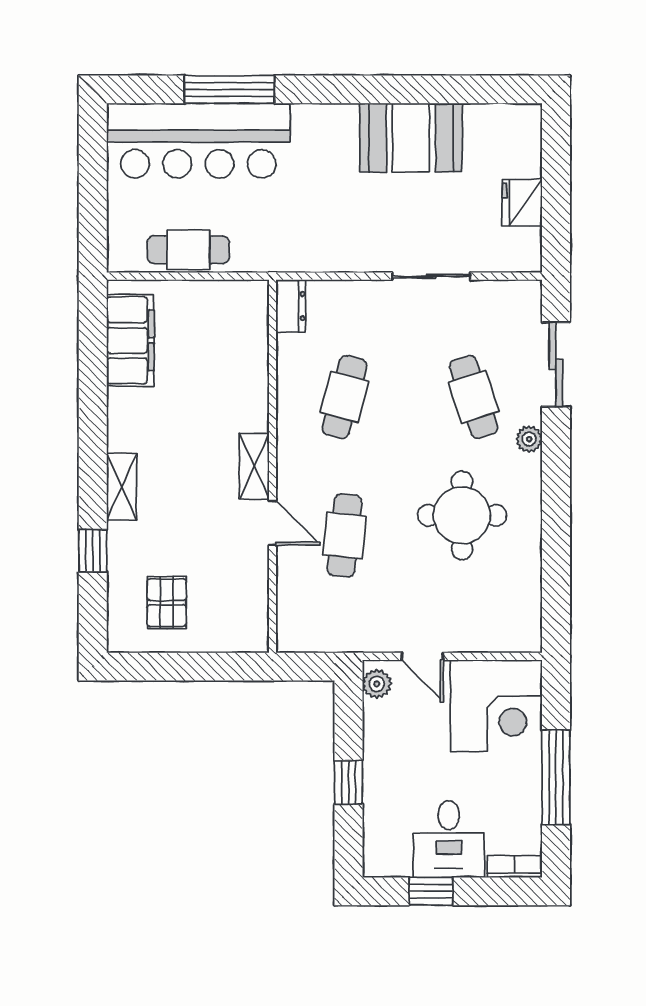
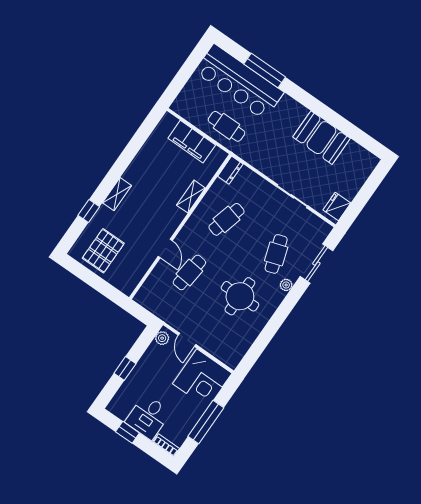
fridge: (522, 203) -> (337, 206), moved
cafe table: (188, 250) -> (226, 126), moved
filing cabinet: (130, 340) -> (192, 142), moved, turned 90
shelving: (254, 466) -> (191, 197), moved
pallet: (167, 603) -> (103, 251), width x1.50, depth x1.42

